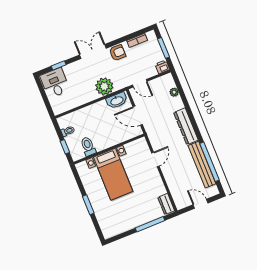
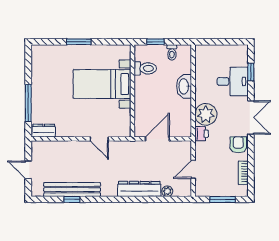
armchair: (117, 53) -> (238, 145), turned 180
printer: (162, 67) -> (201, 134), moved
desk: (55, 83) -> (233, 81), moved
door: (140, 83) -> (193, 169), moved
washbasin: (117, 101) -> (184, 86), moved
dresser: (186, 126) -> (139, 189), moved
window: (209, 162) -> (72, 199), width x0.32
door: (200, 204) -> (28, 170), swing flipped

